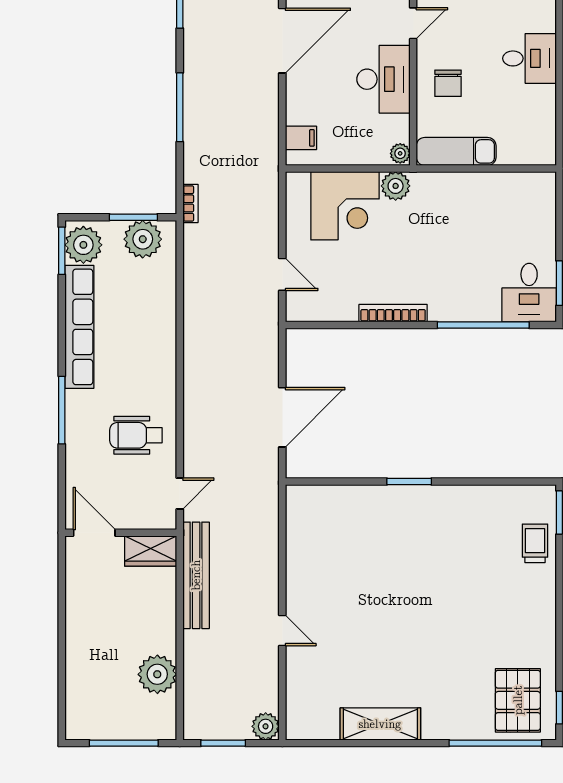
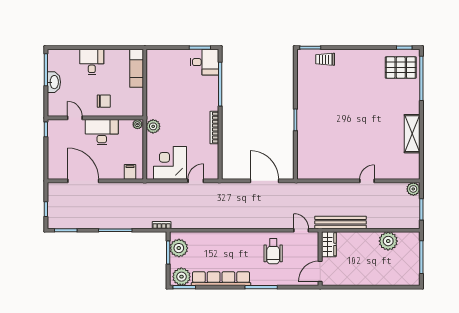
exam couch: (456, 151) -> (137, 68), moved
corner desk: (345, 206) -> (170, 163), moved, turned -90

